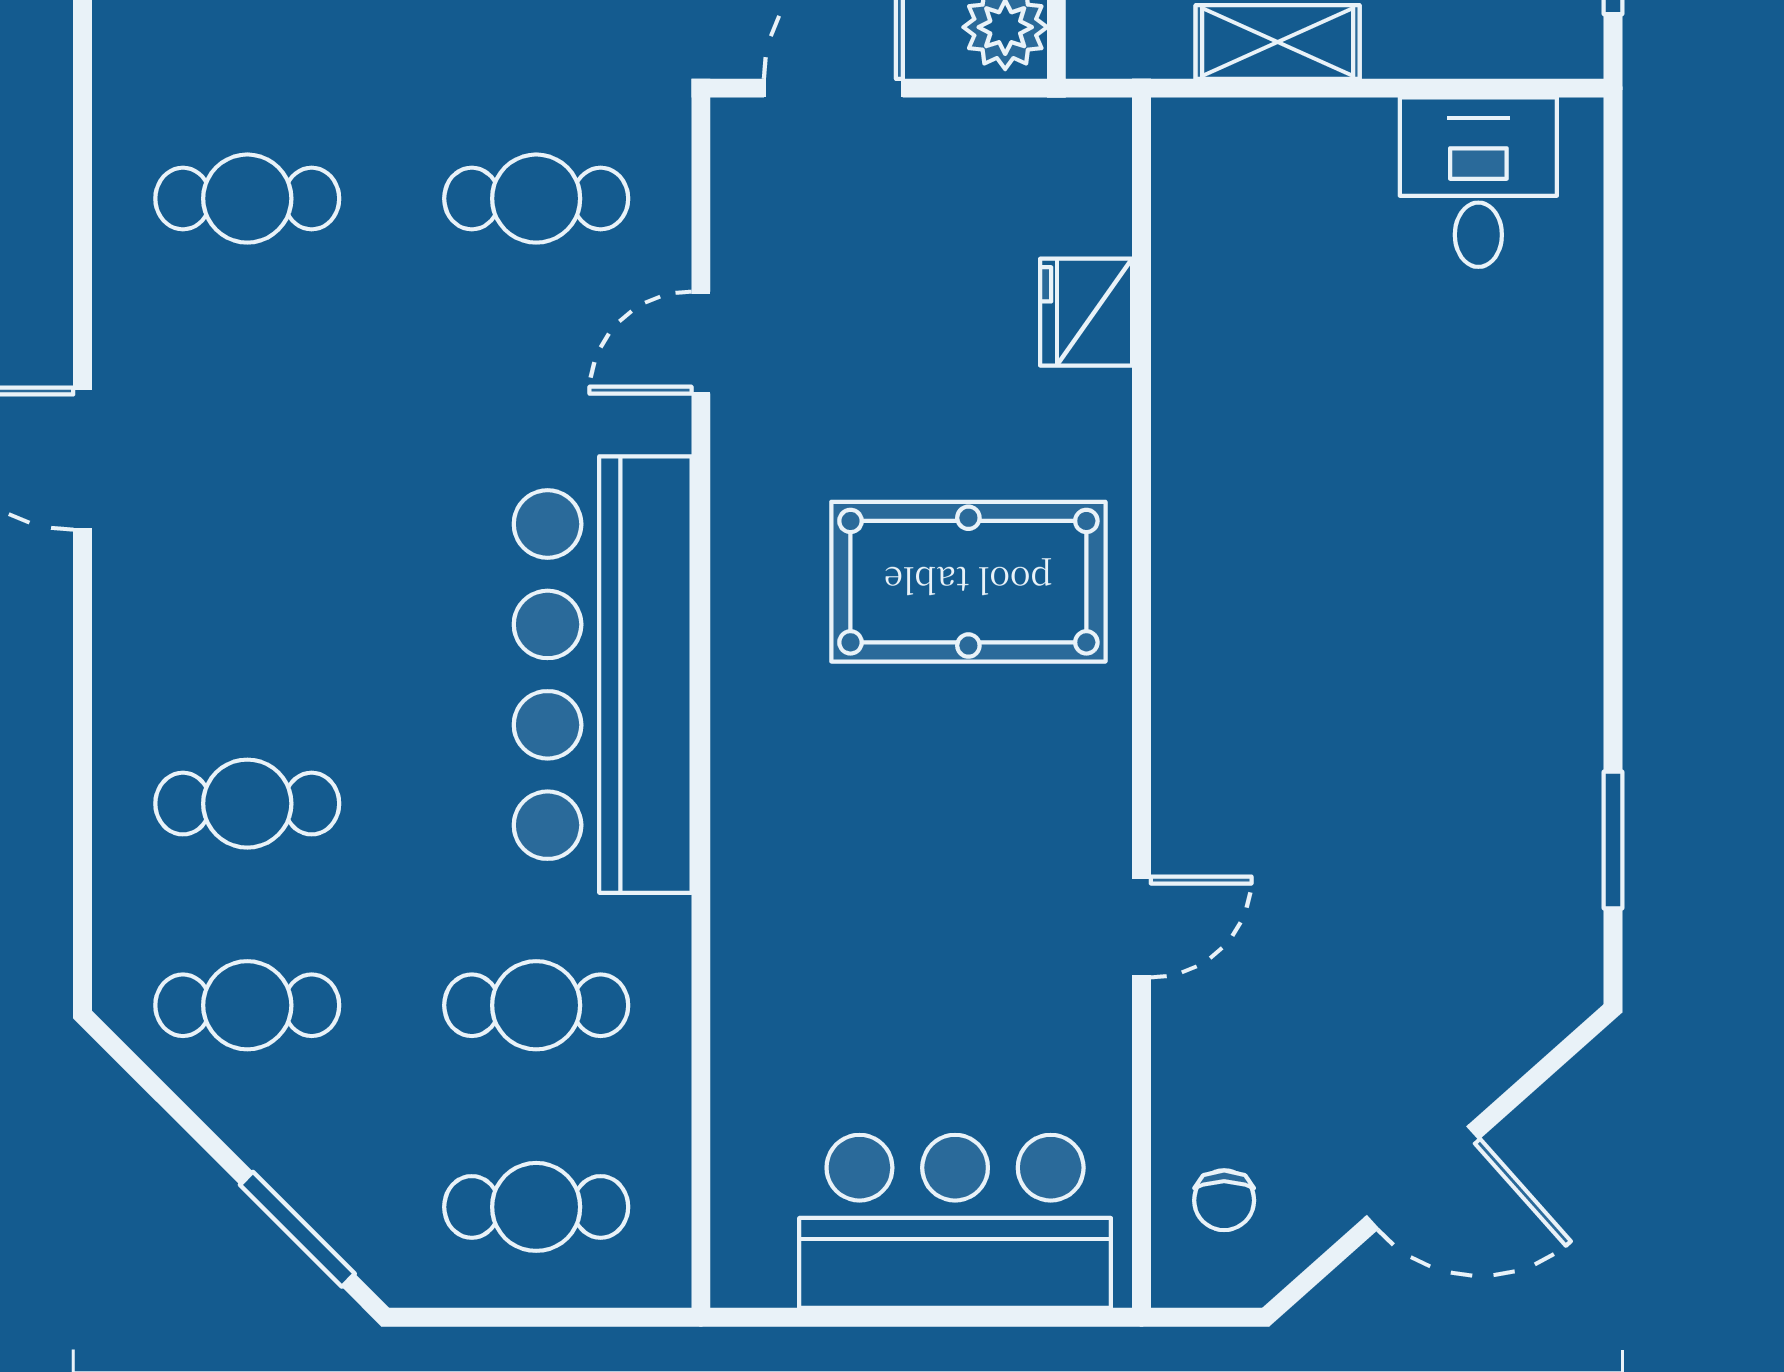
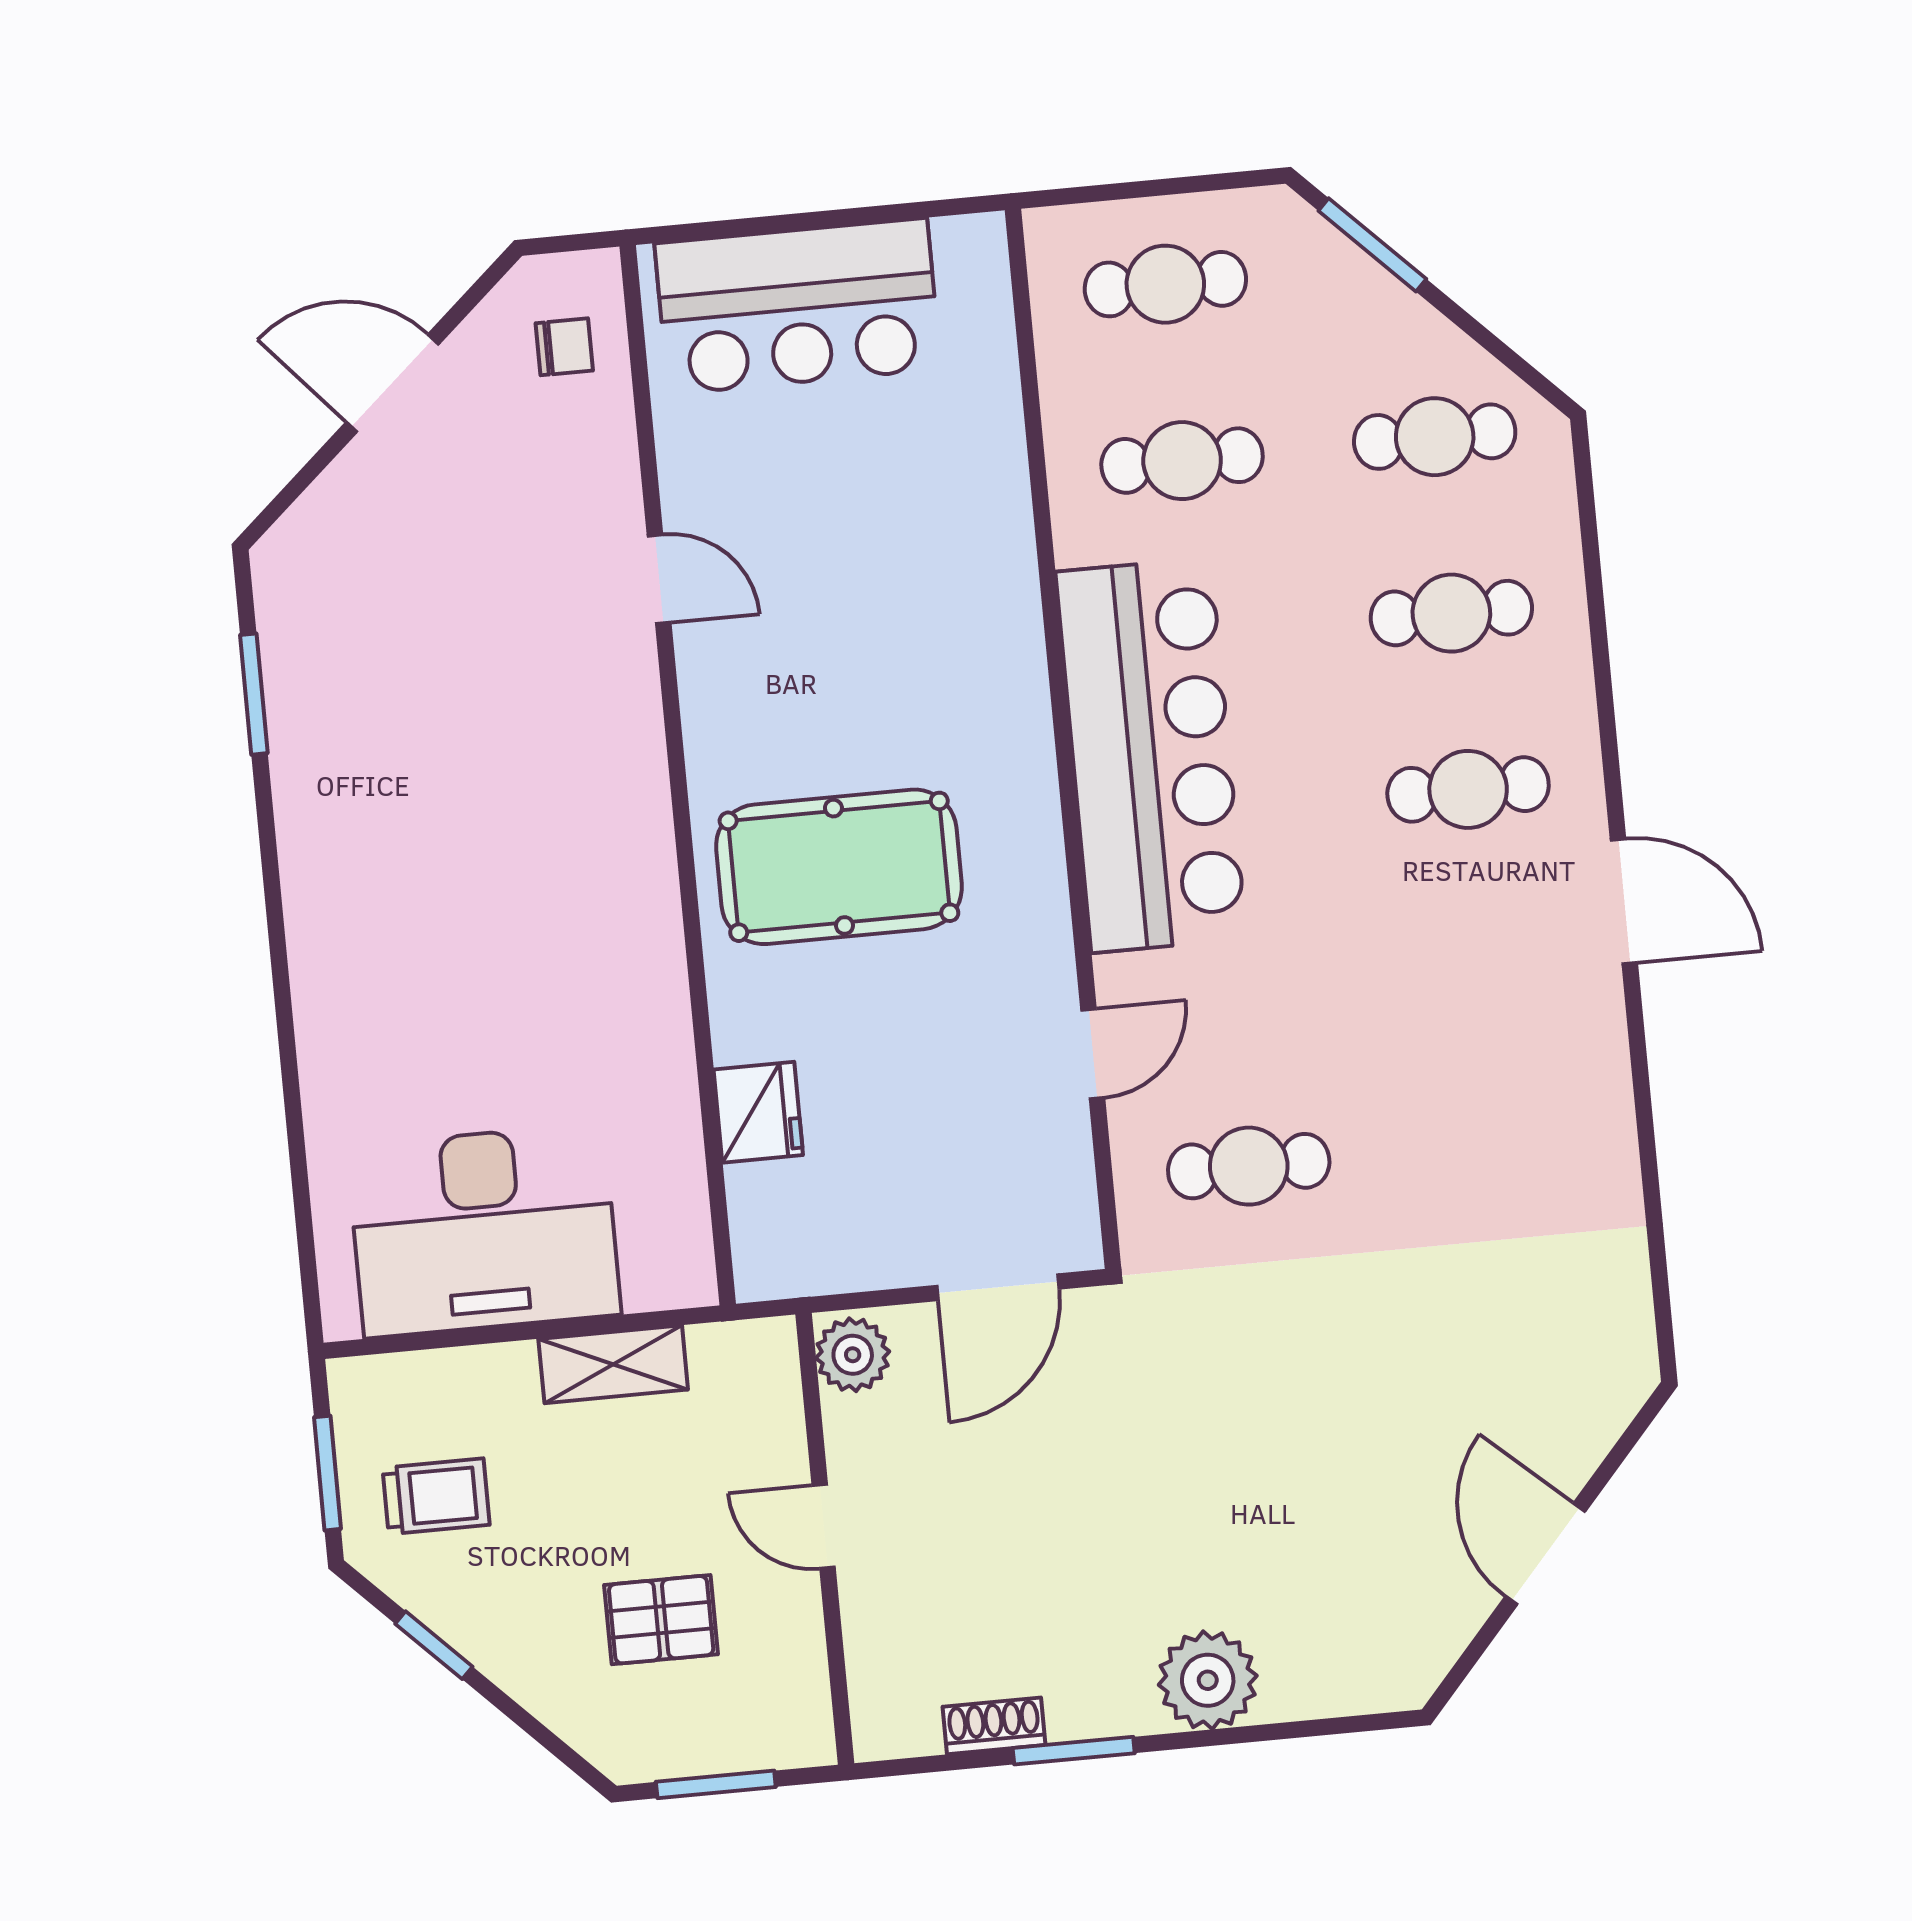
desk: (1478, 182) -> (484, 1230), width x1.87, depth x1.30
cafe table: (247, 199) -> (1468, 789), moved
door: (1141, 927) -> (659, 579), swing flipped
chair: (1224, 1200) -> (564, 347), turned 90

